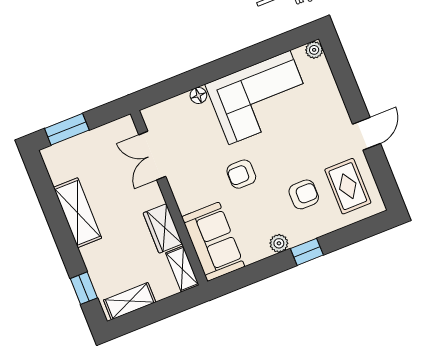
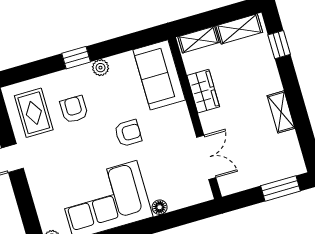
armchair: (304, 194) -> (74, 109), turned 90
shelving: (78, 213) -> (281, 112), width x0.67, depth x0.75
shelving: (182, 269) -> (198, 40), moved, turned 90

